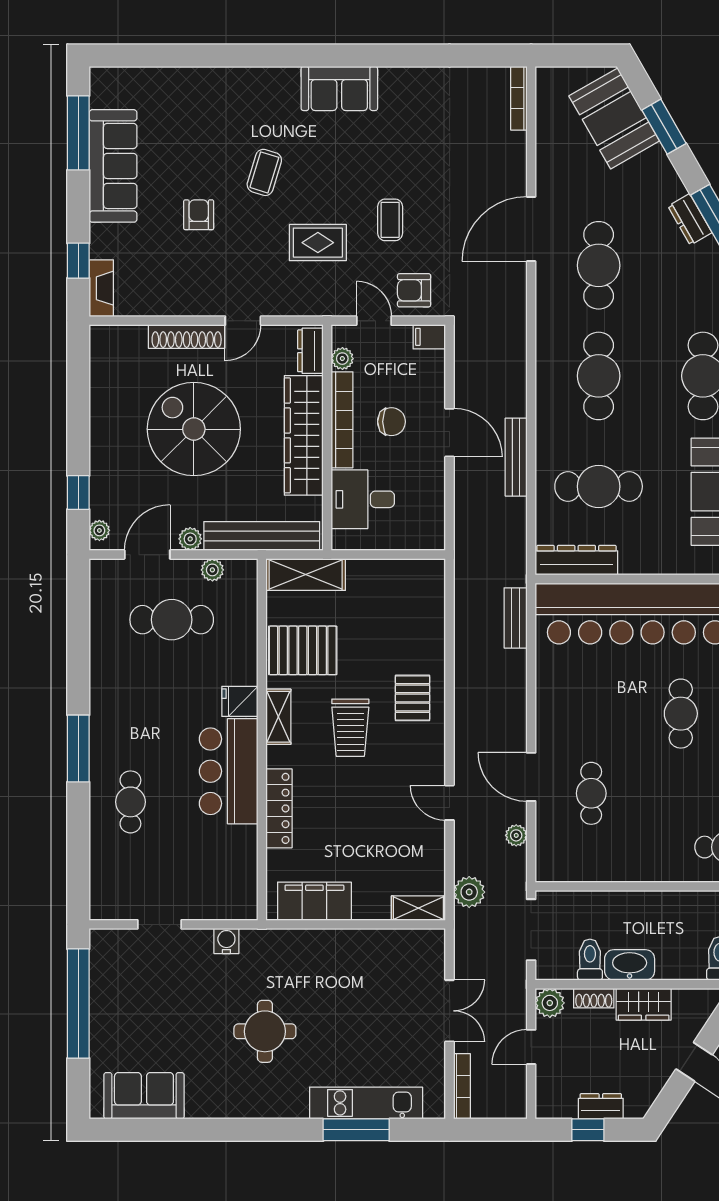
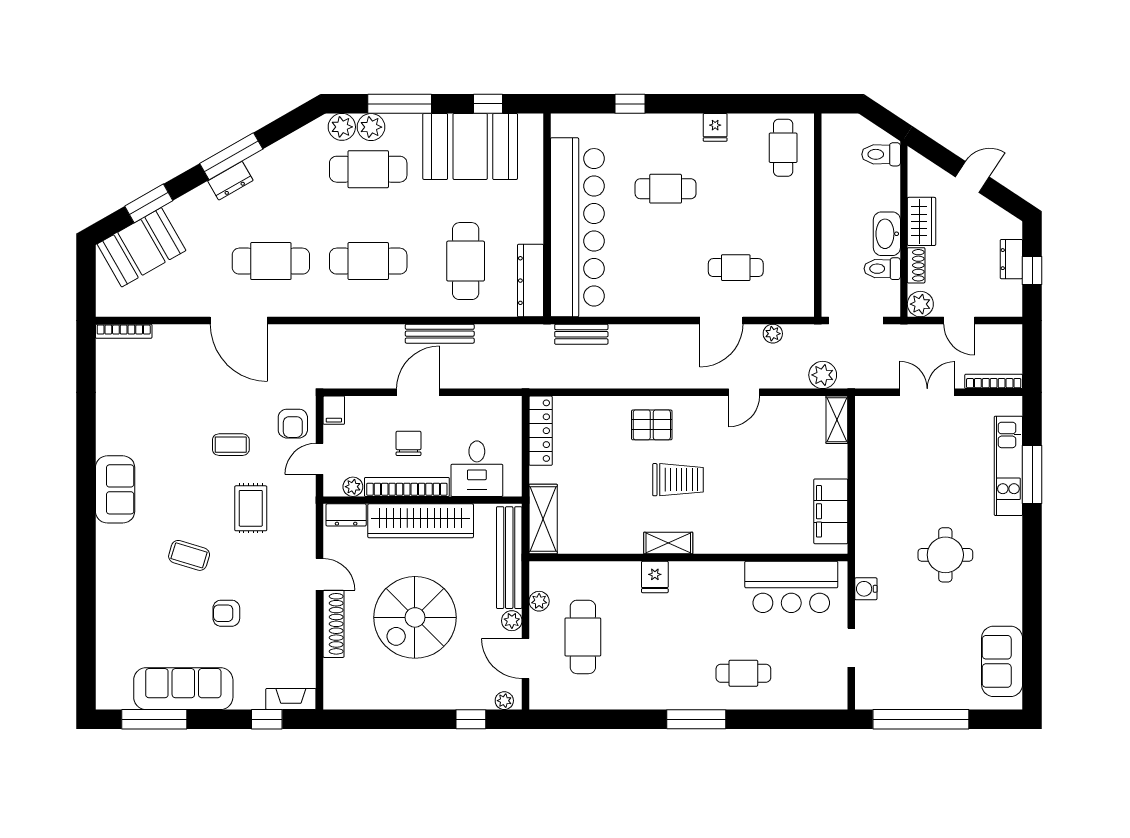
pallet: (303, 650) -> (610, 522), removed
bar counter: (229, 771) -> (791, 587), moved
locker: (279, 808) -> (541, 431), moved, turned 90

